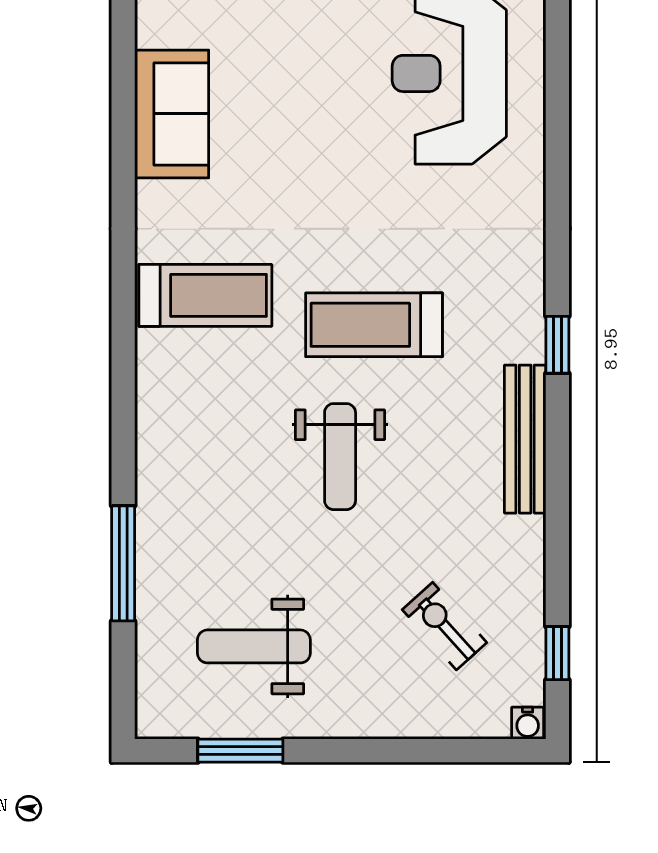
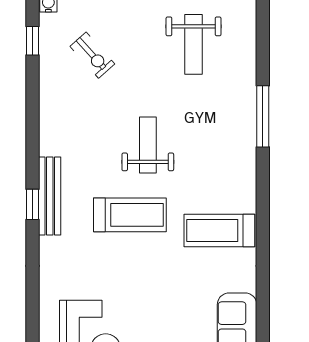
bench: (525, 439) -> (50, 196), moved
window: (123, 563) -> (263, 116), moved
weight bench: (254, 646) -> (194, 44), turned 90

